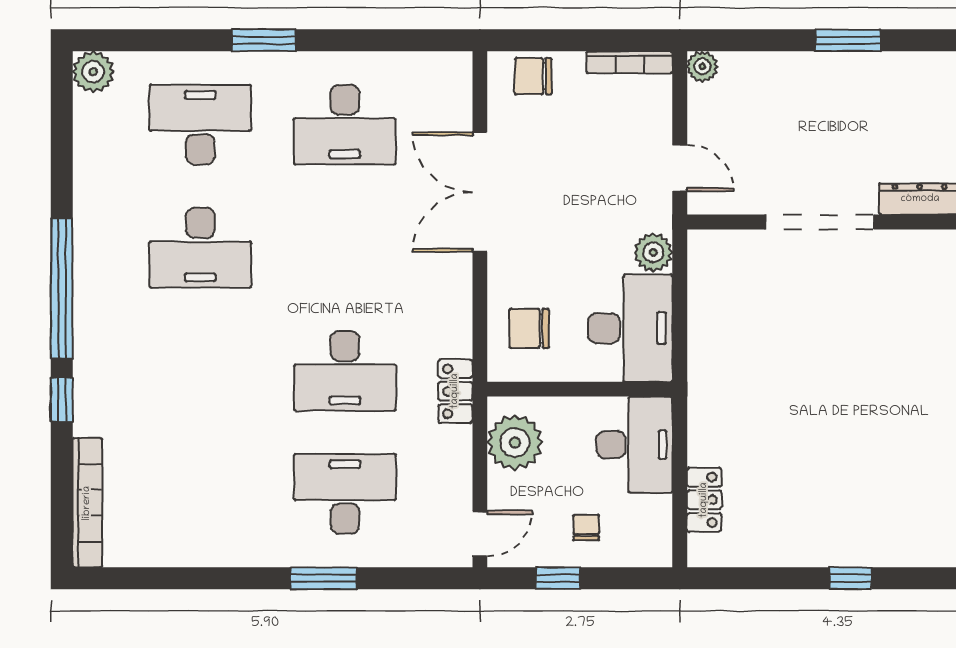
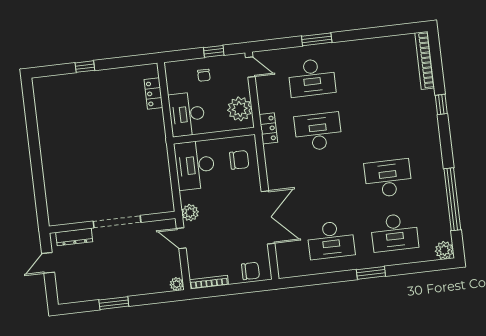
desk: (345, 125) -> (331, 240), turned 180
plant: (653, 252) -> (190, 213), moved
window: (62, 288) -> (452, 199), moved
door: (480, 534) -> (250, 67), swing flipped

